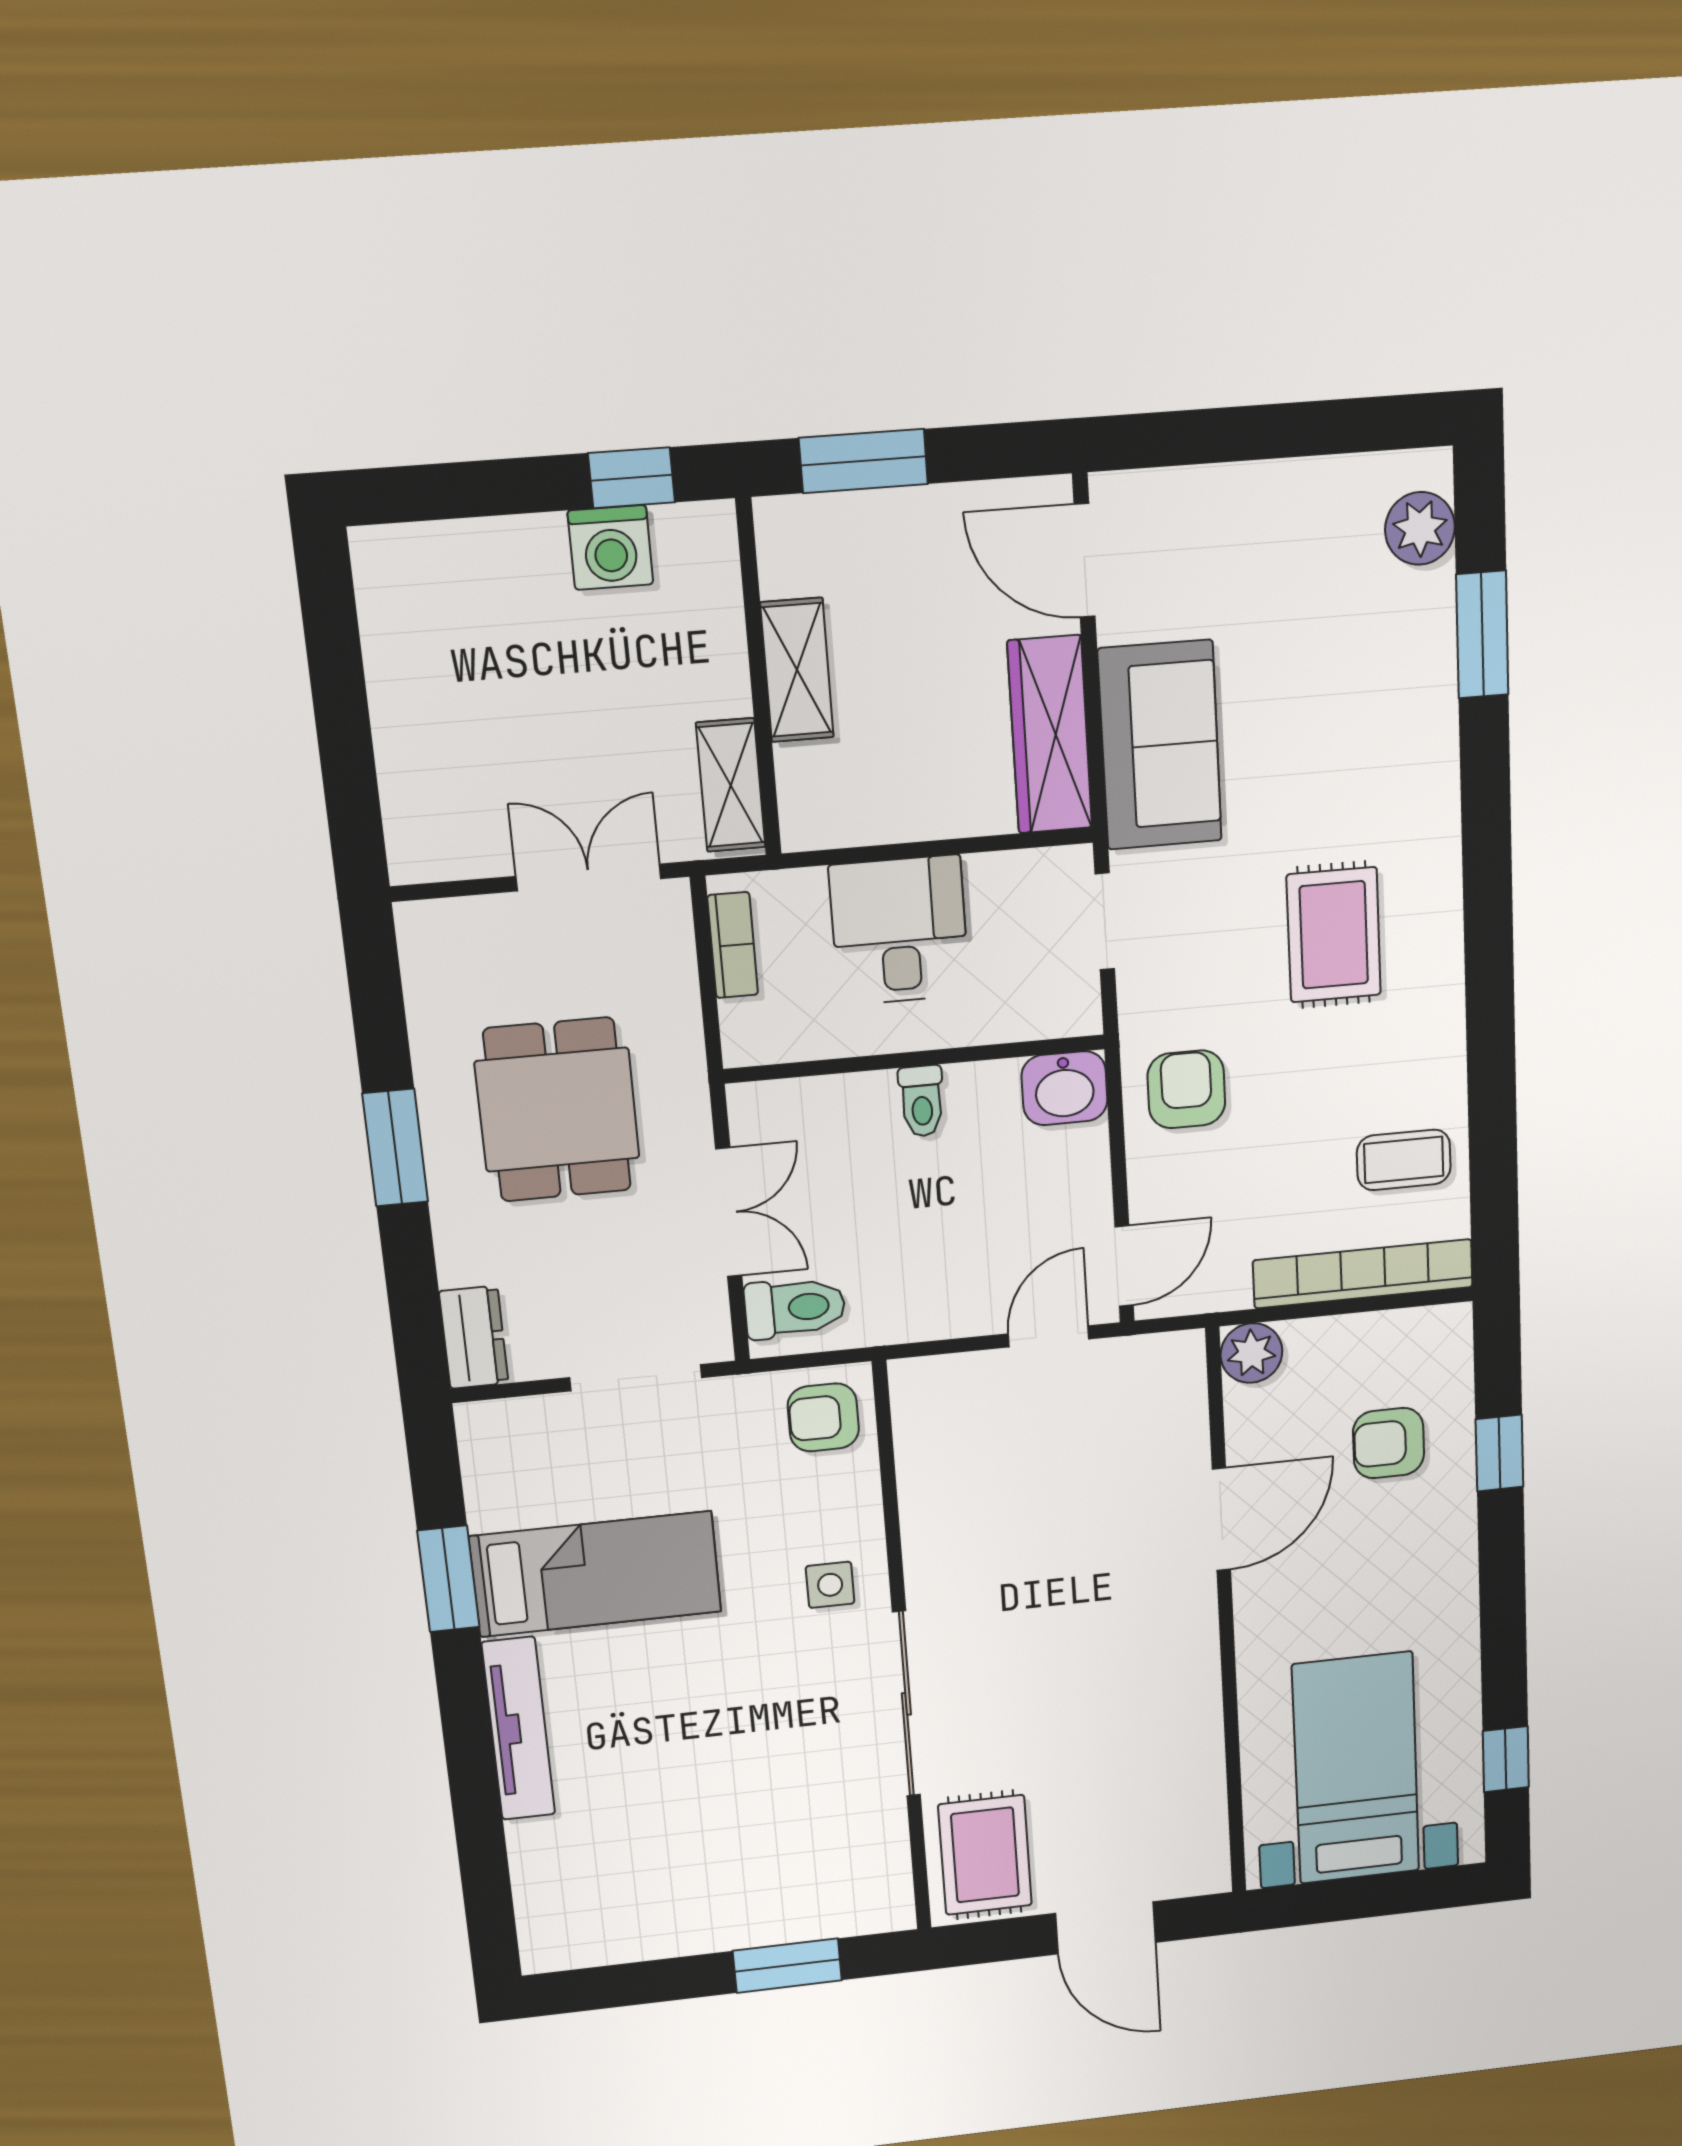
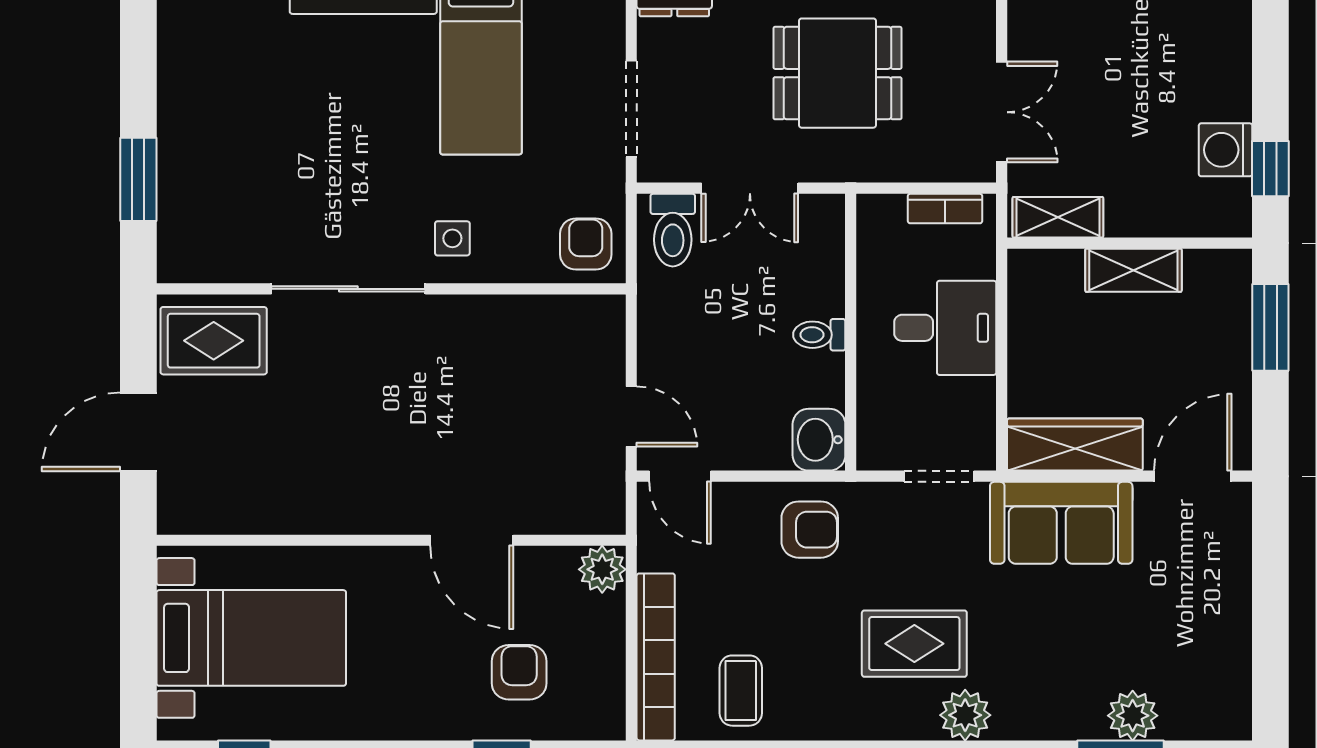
plant: (1420, 528) -> (1133, 716), moved
plant: (1428, 857) -> (965, 715), added

